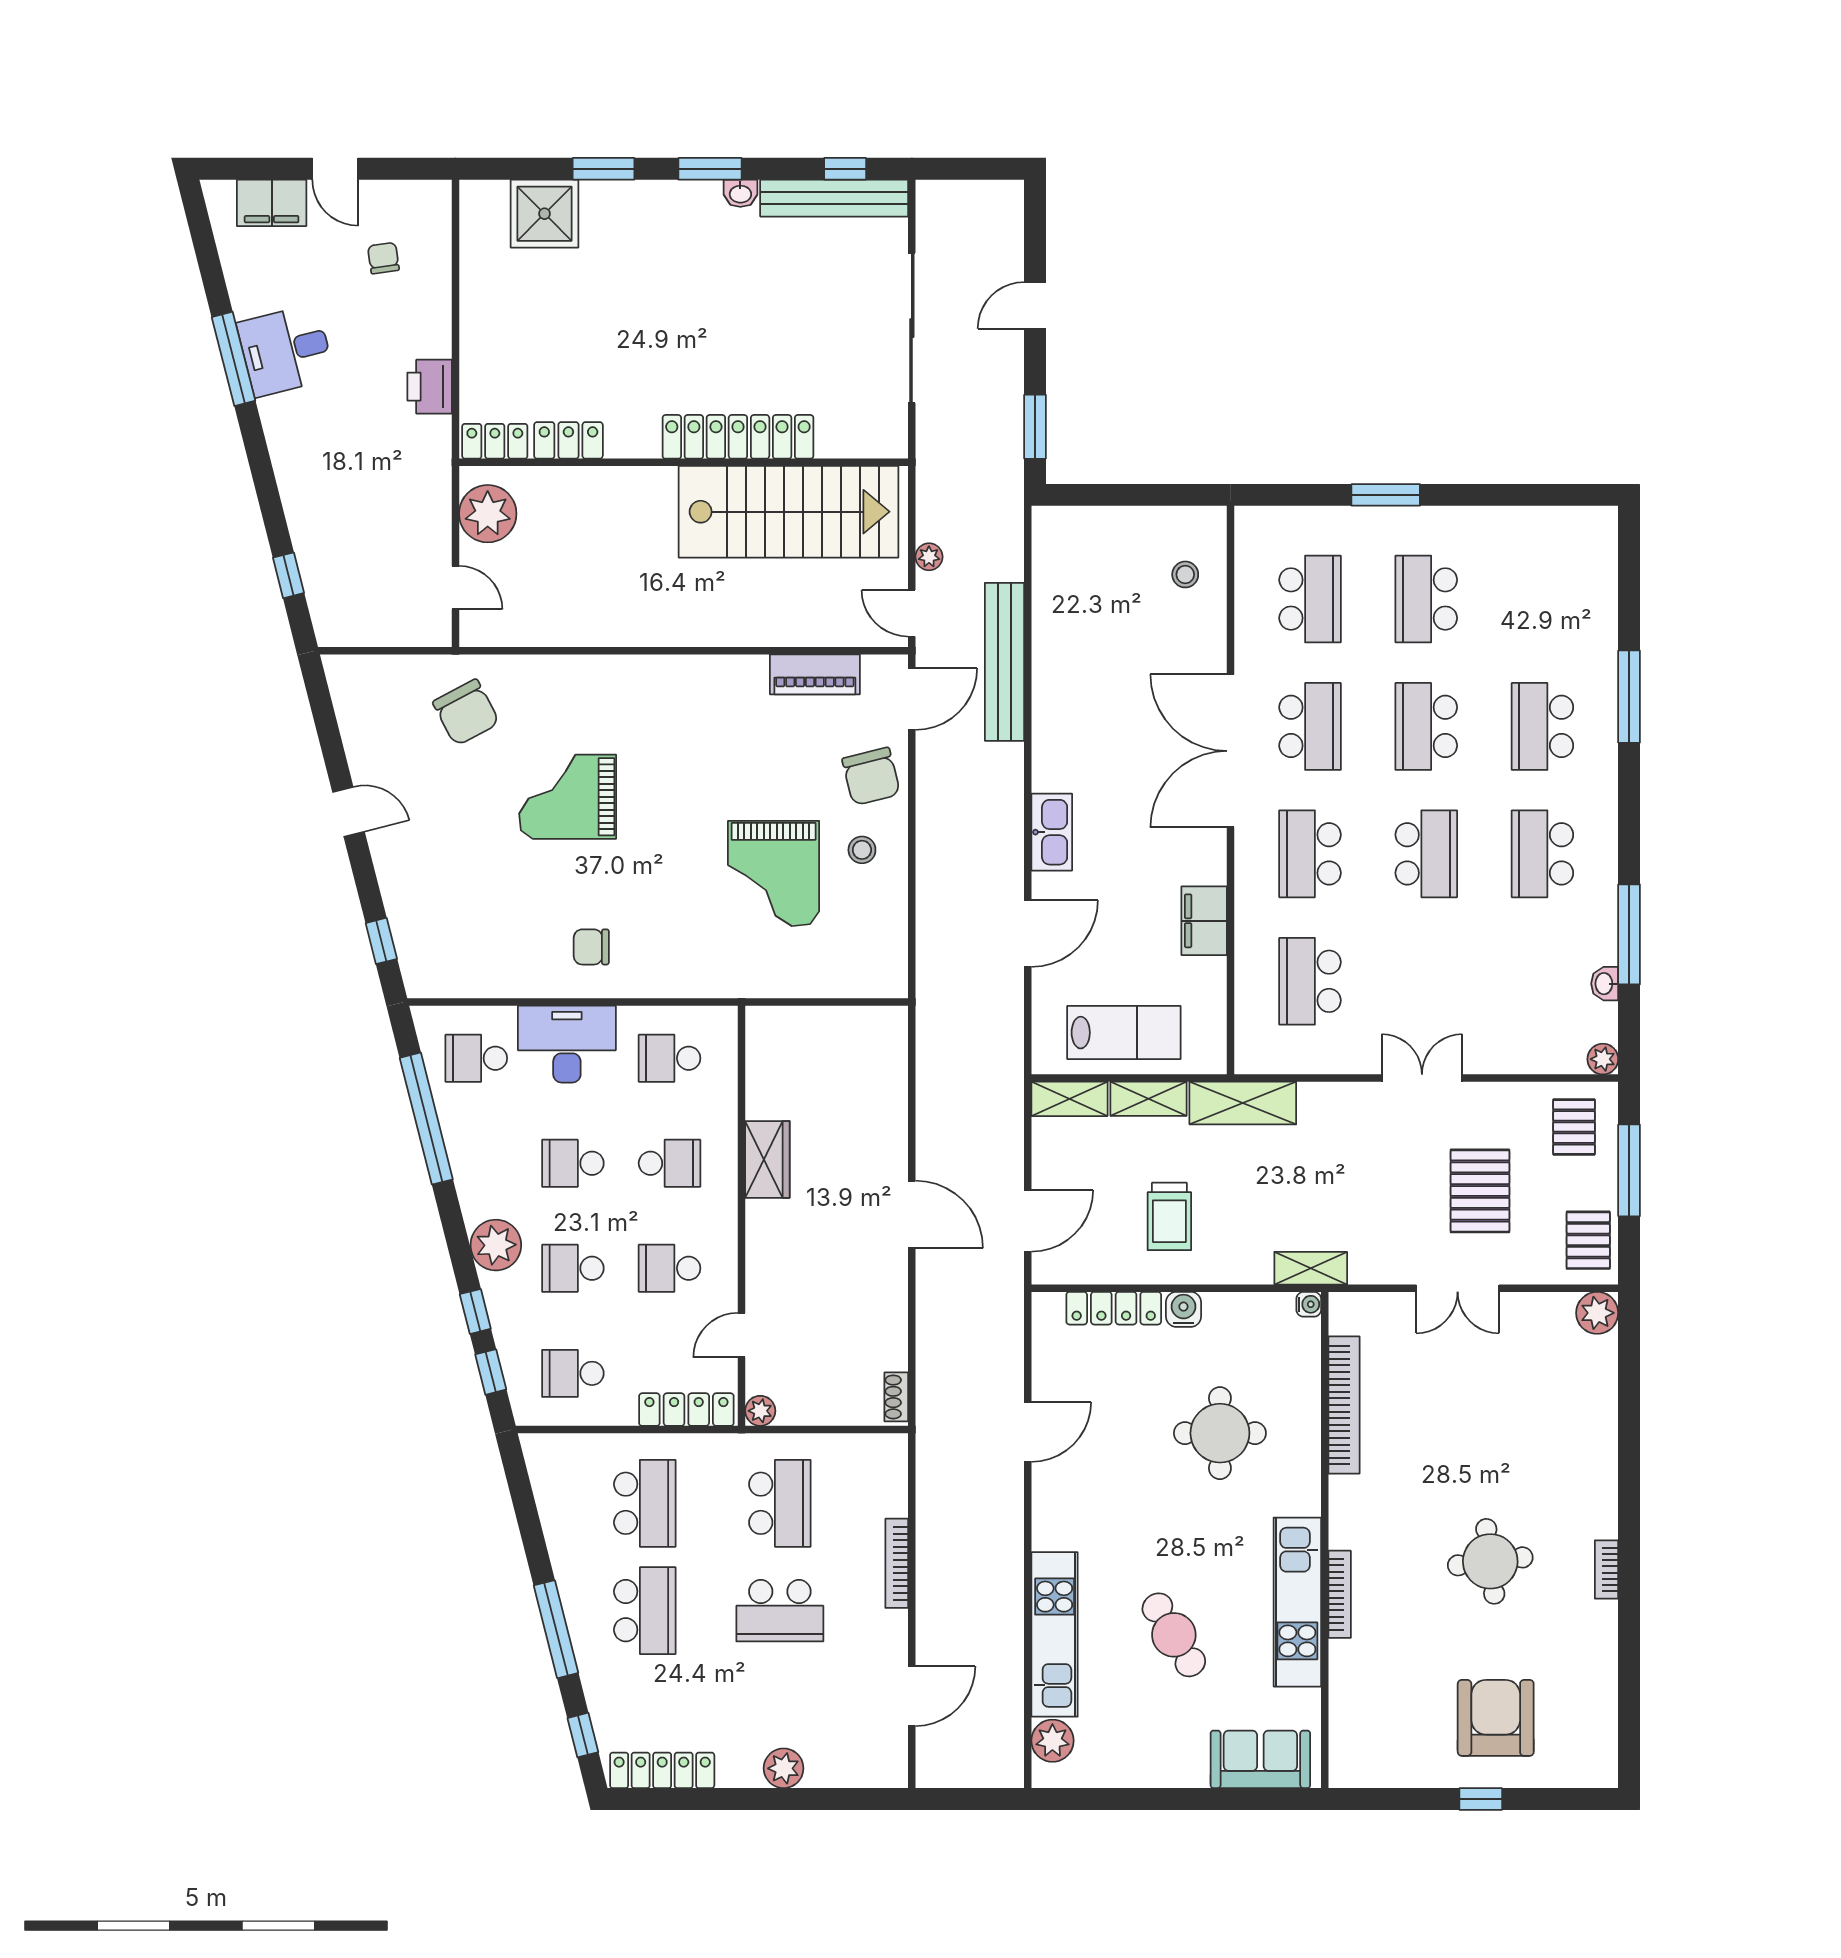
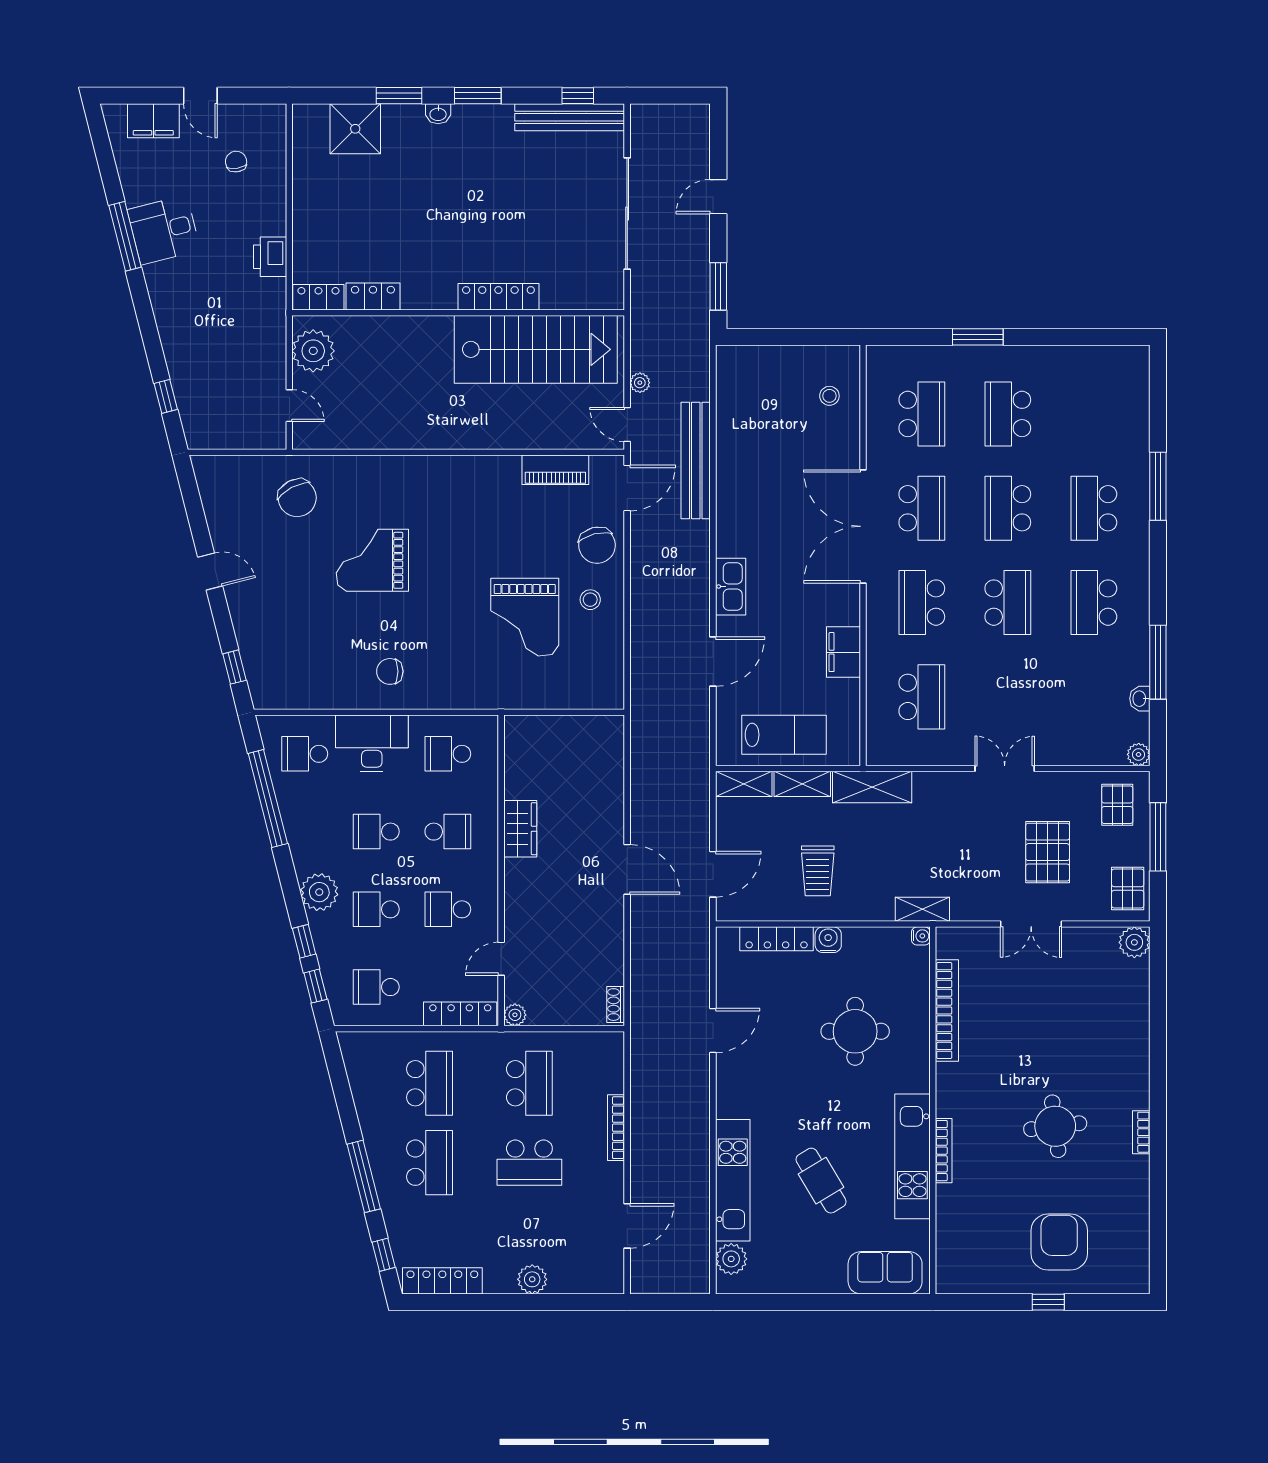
washbasin: (740, 193) -> (438, 114), moved
locker: (738, 437) -> (498, 297), width x0.71, depth x0.83
school desk: (1310, 981) -> (922, 697), turned 180

